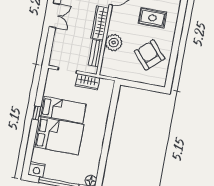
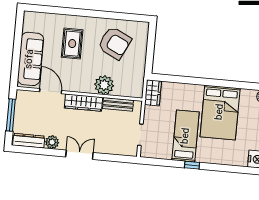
armchair: (150, 55) -> (115, 43), turned -112
wardrobe: (88, 82) -> (153, 93), moved
bed: (58, 136) -> (220, 112), moved, turned 180

